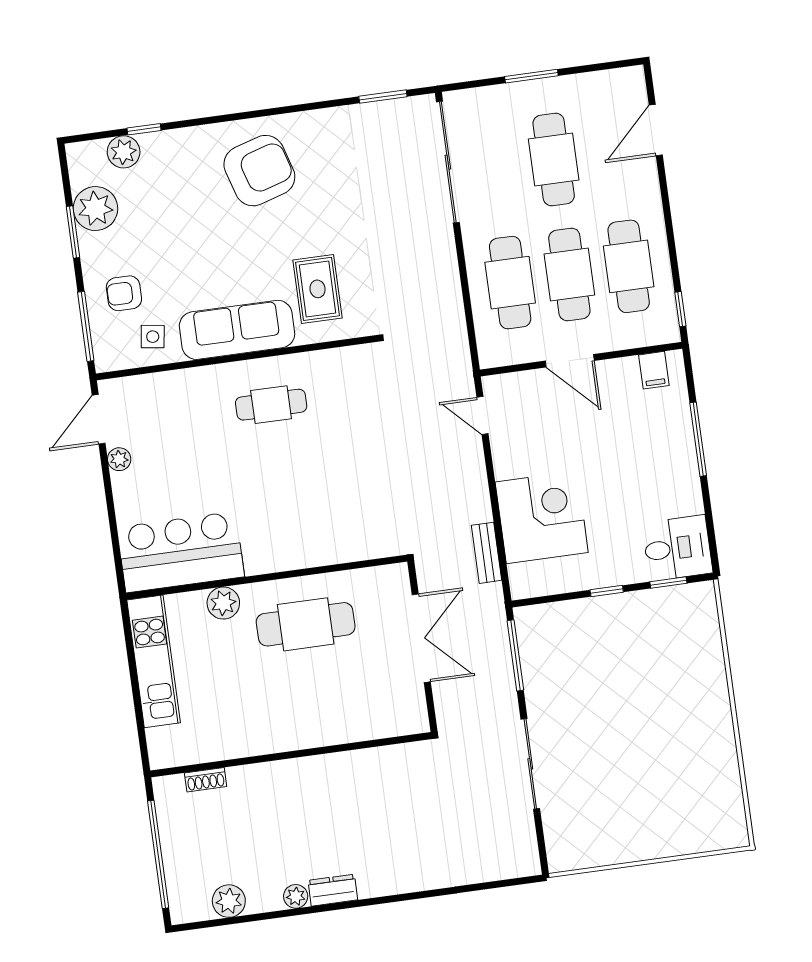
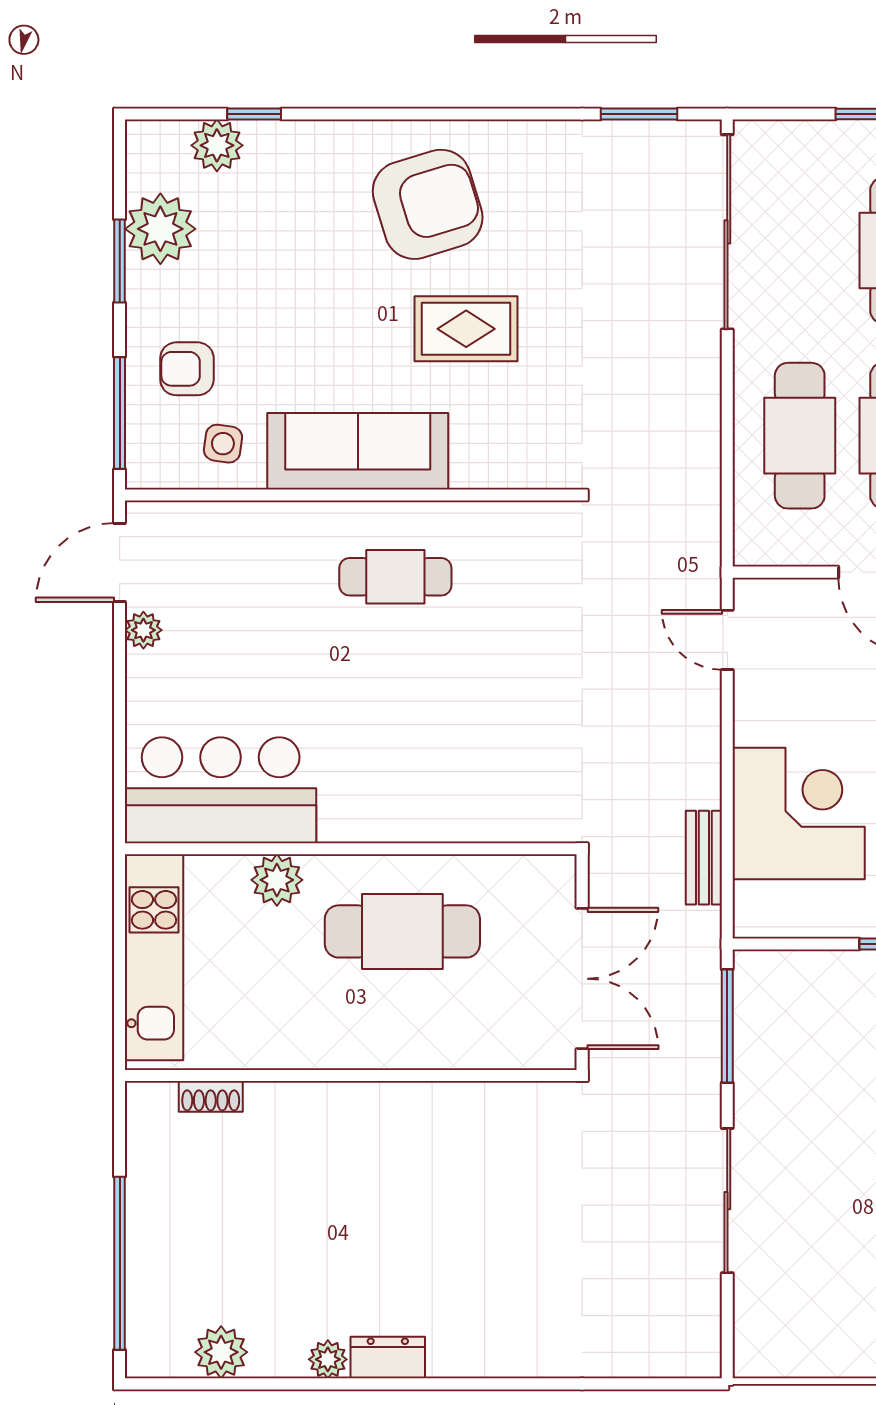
rug: (317, 289) -> (466, 329), moved, turned 90
wall: (291, 755) -> (351, 1076), moved
shoe rack: (206, 780) -> (211, 1096), moved

